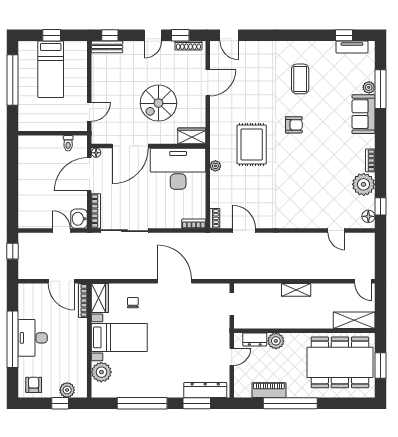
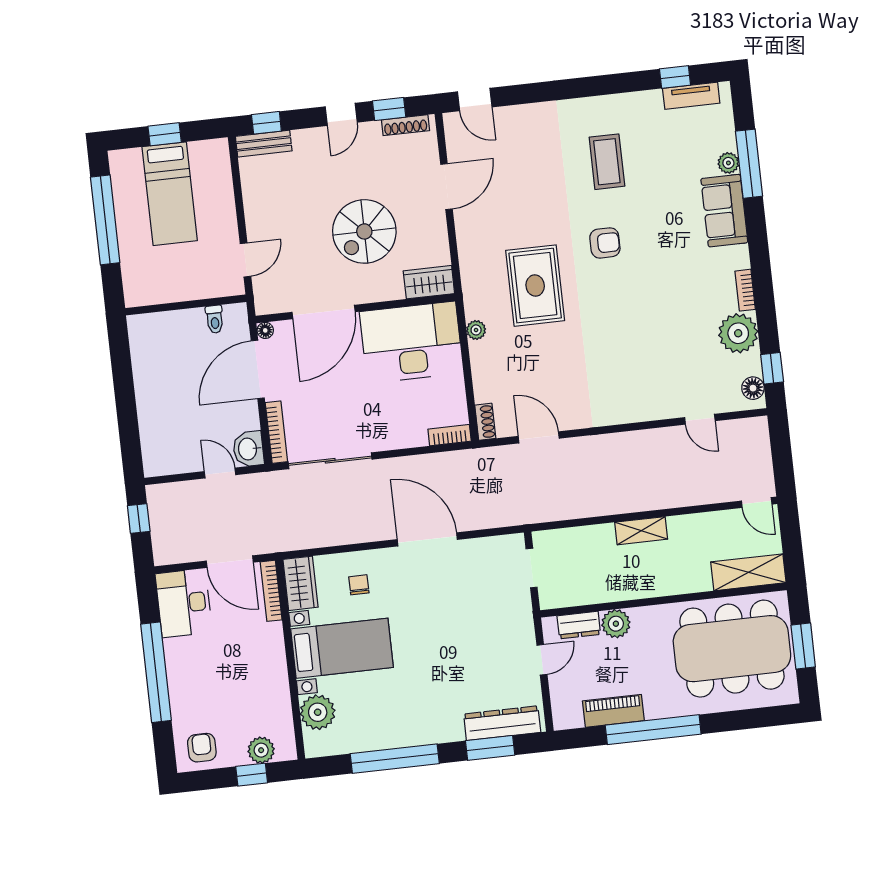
desk: (33, 338) -> (184, 603), moved

